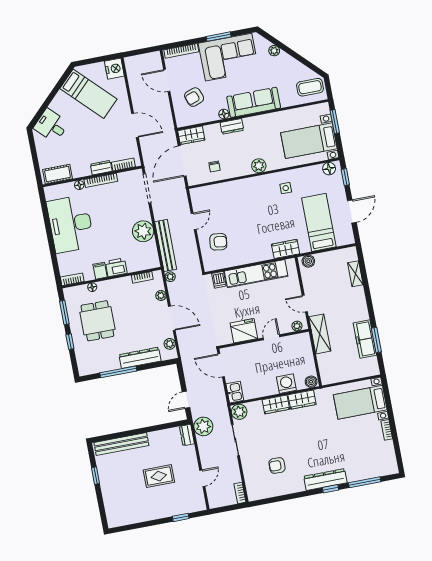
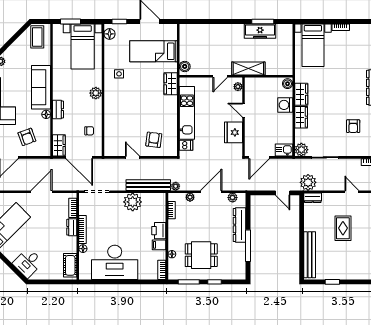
shelving: (355, 274) -> (203, 29), removed

